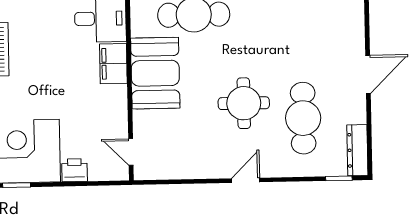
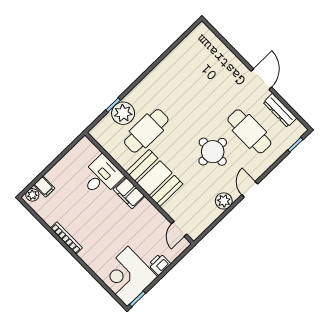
dresser: (357, 150) -> (280, 110), moved
door: (131, 152) -> (179, 229), hinge flipped
plant: (206, 167) -> (224, 201), added

